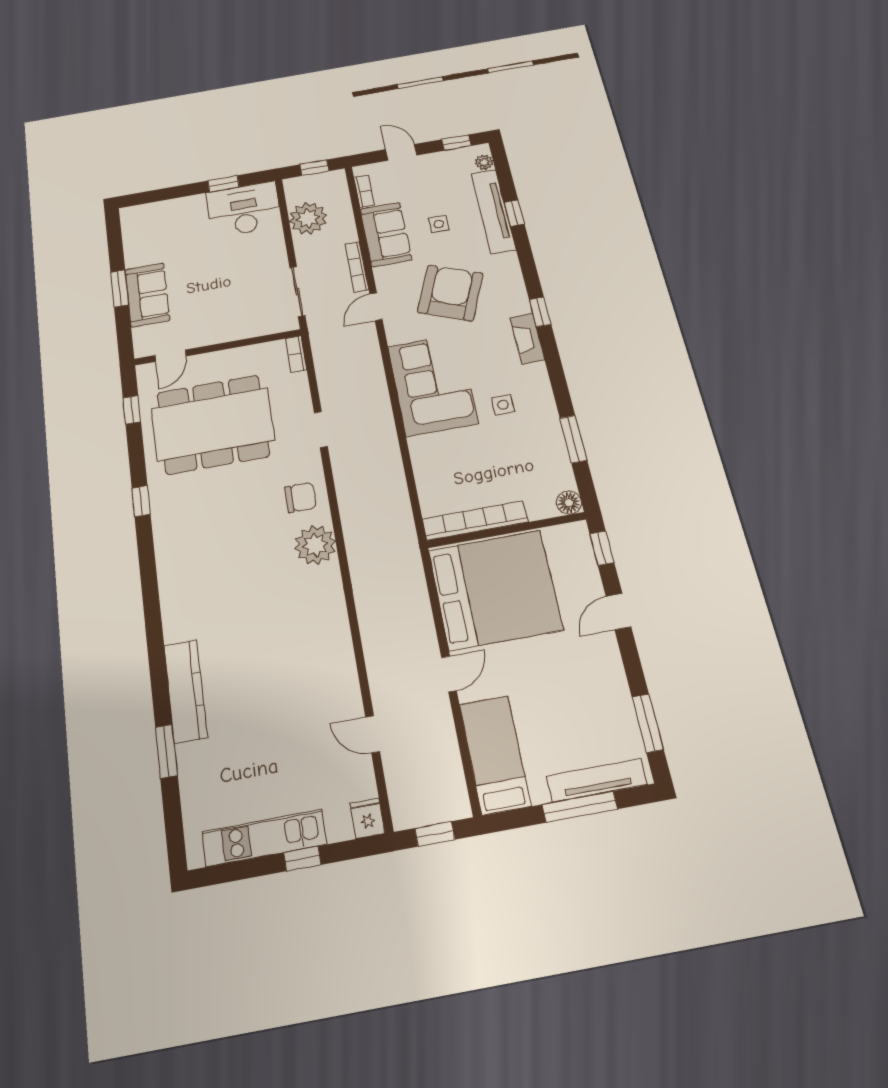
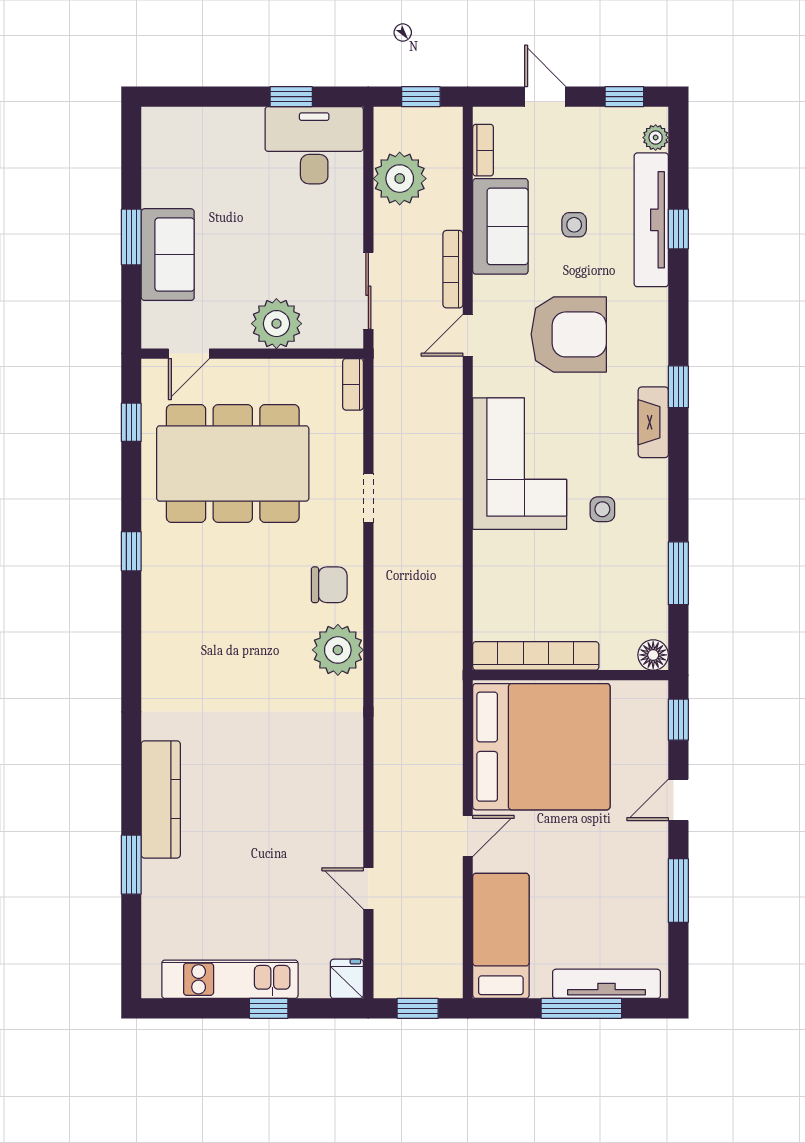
armchair: (450, 293) -> (569, 334), turned 68
plant: (233, 325) -> (276, 324), added
window: (648, 723) -> (678, 891), moved

